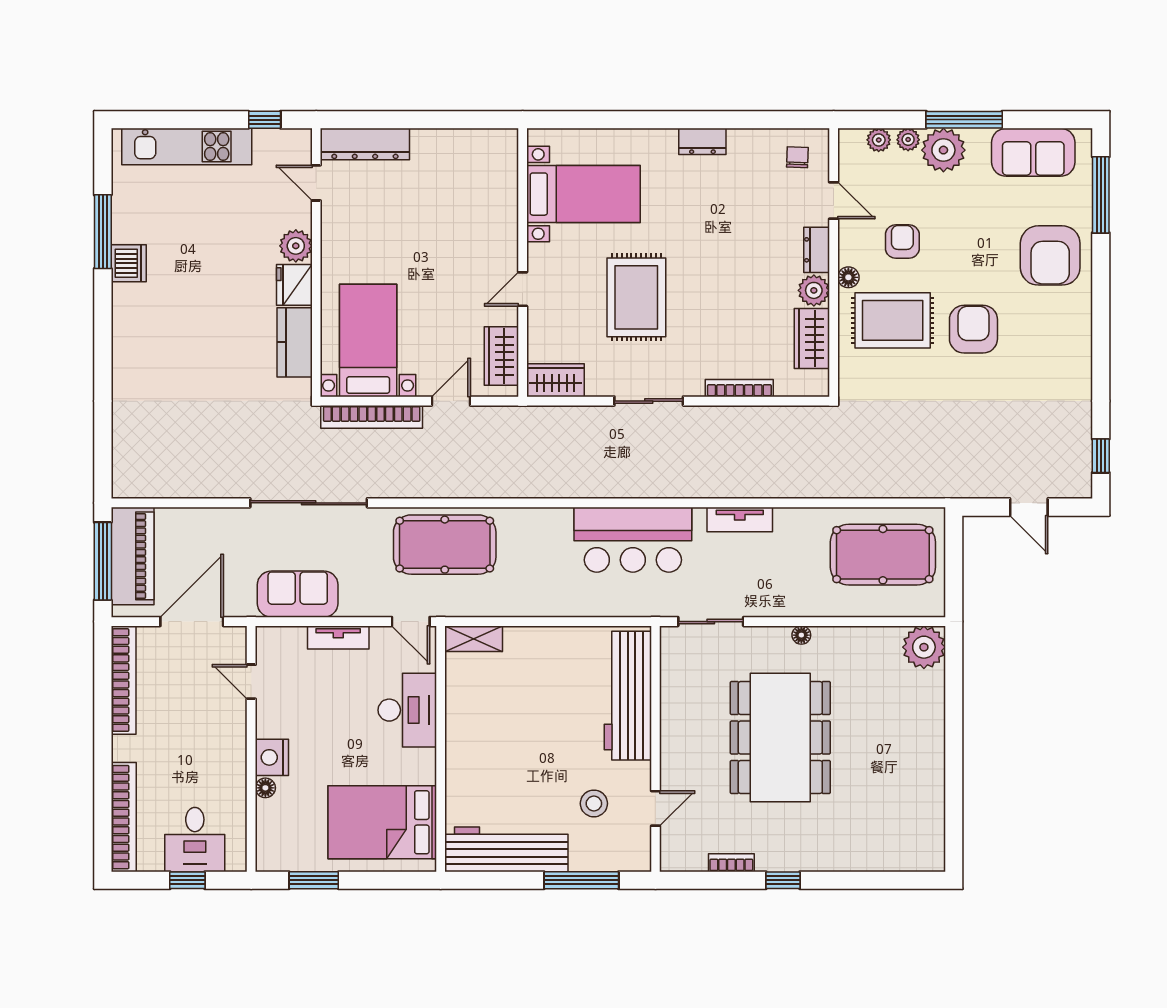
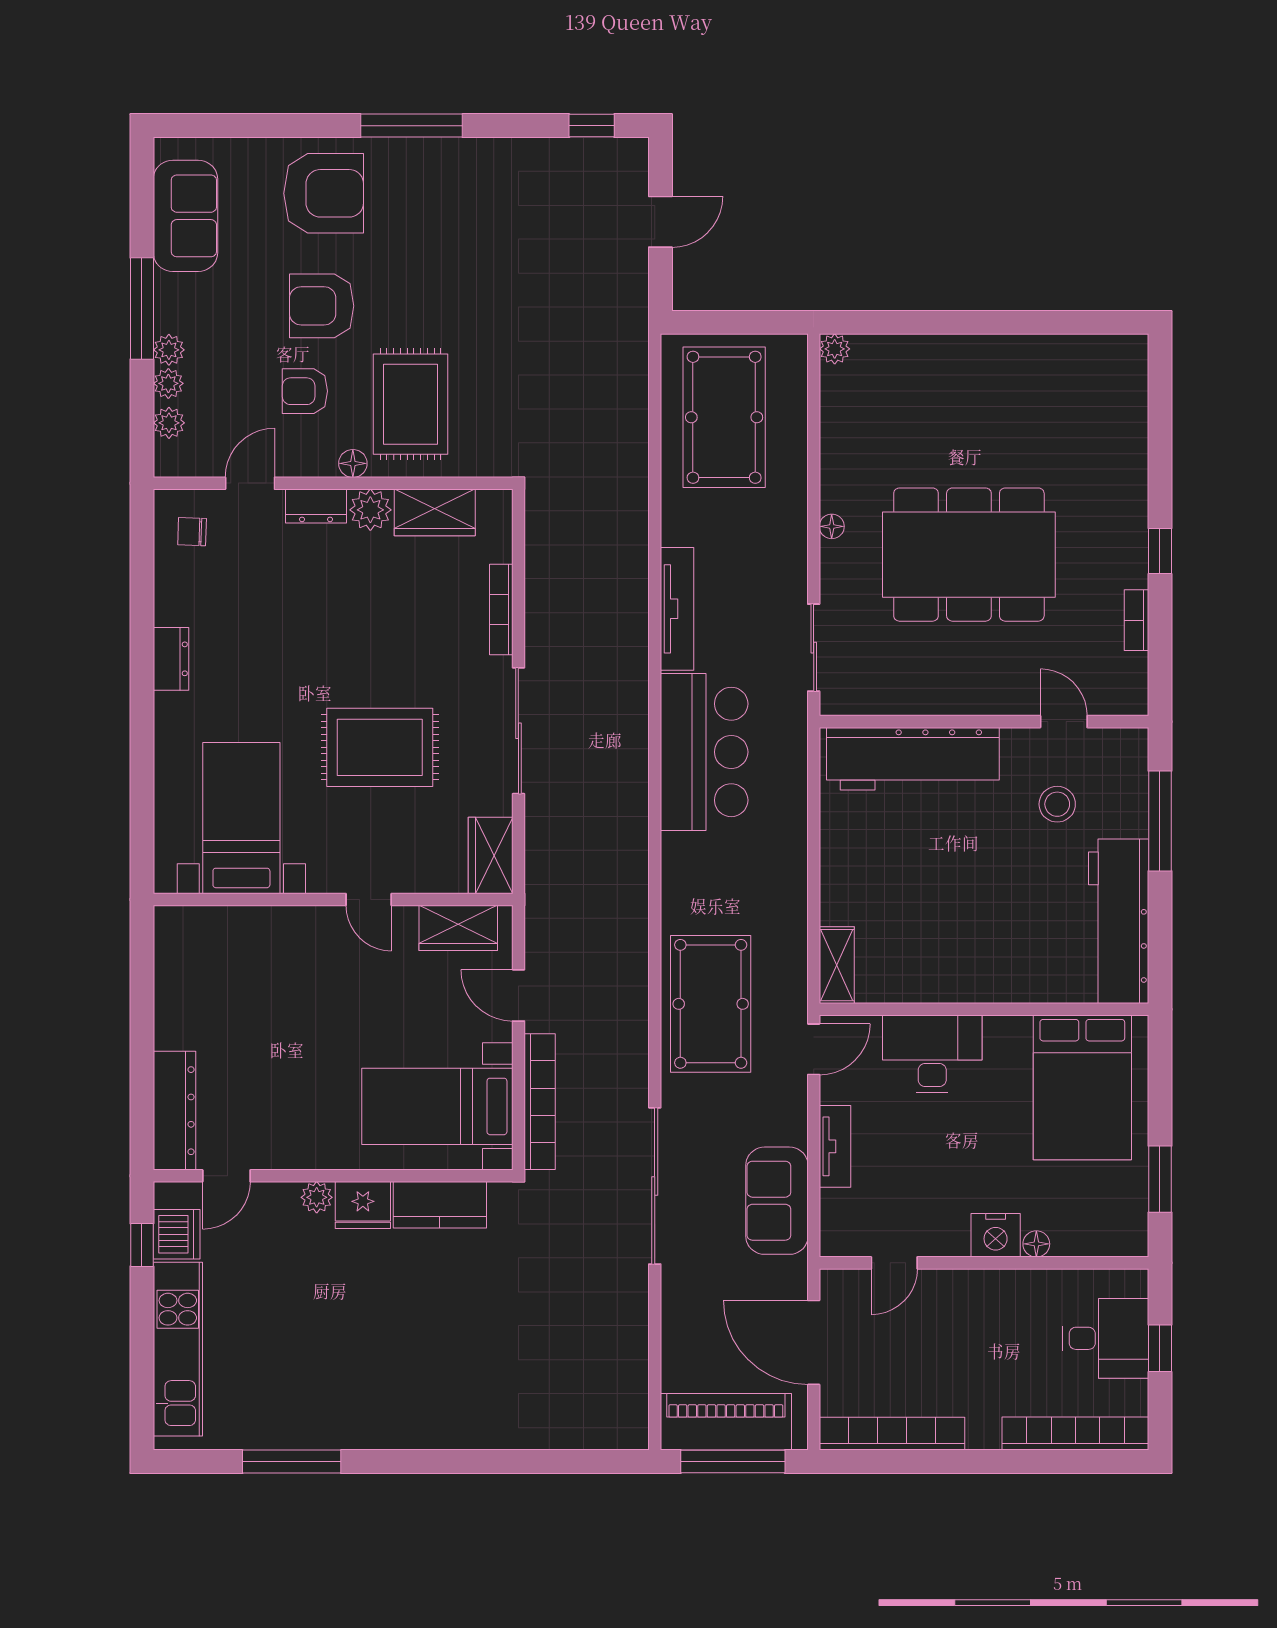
plant: (943, 150) -> (169, 350), width x0.53, depth x0.53
window: (1101, 195) -> (412, 126), moved
plant: (296, 246) -> (317, 1197), width x0.73, depth x0.73
dishwasher: (129, 263) -> (177, 1234), moved, turned 90
armchair: (973, 329) -> (322, 306), moved
sliding door: (649, 401) -> (518, 731), width x1.37
tv unit: (740, 520) -> (677, 609), width x1.41
plant: (924, 647) -> (835, 349), width x0.53, depth x0.53

